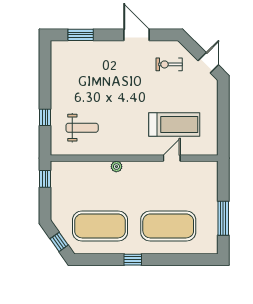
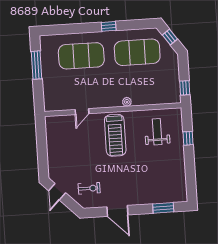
treadmill: (174, 125) -> (115, 135), moved, turned -90
weight bench: (82, 128) -> (157, 132), turned 90

